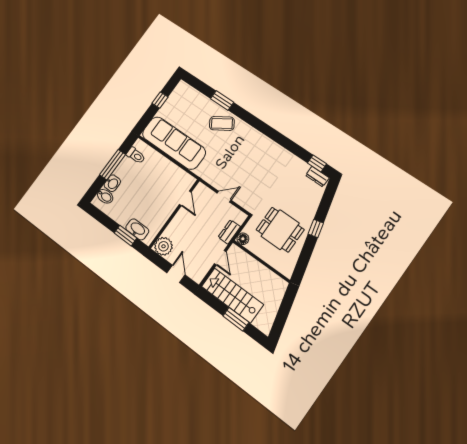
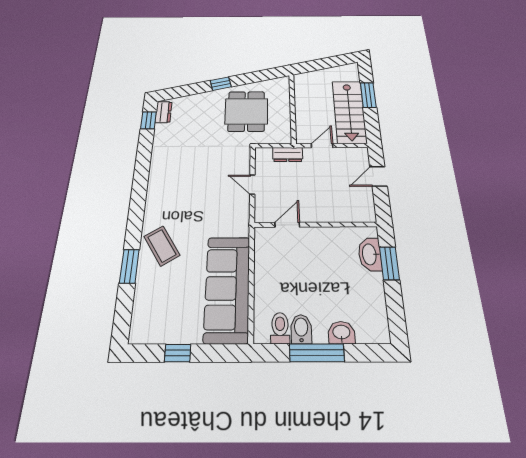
bidet: (105, 196) -> (301, 329), moved
floor lamp: (243, 239) -> (284, 138), removed
plant: (163, 246) -> (362, 210), removed

